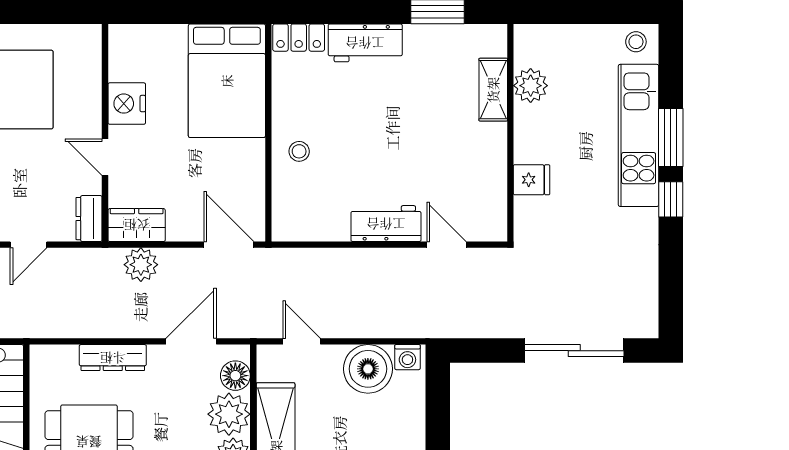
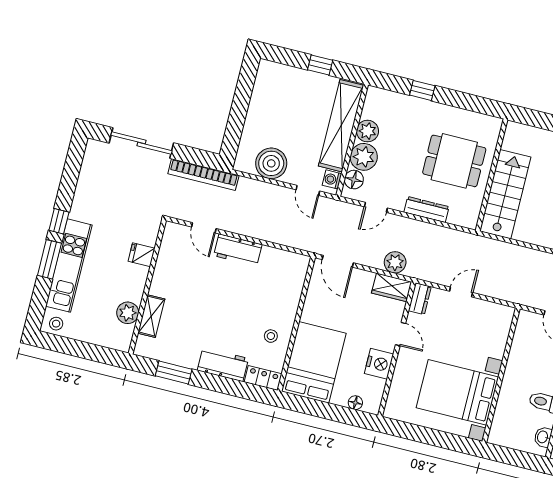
floor lamp: (148, 35) -> (355, 403), added
stool: (299, 151) -> (271, 336), moved
bookcase: (467, 326) -> (203, 175), added
door: (191, 341) -> (376, 207), width x0.73
washing machine: (407, 357) -> (332, 179), moved, turned -90

